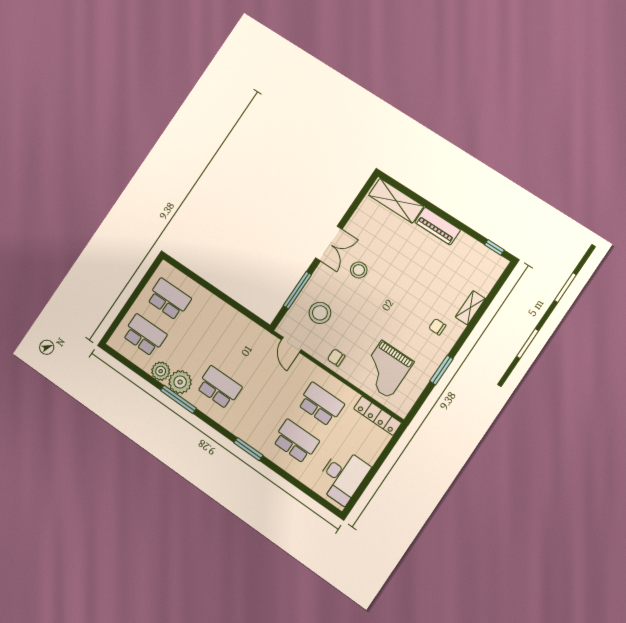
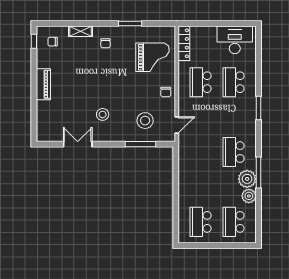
shelving: (396, 201) -> (44, 120), removed
double door: (329, 244) -> (78, 144), moved
chair: (480, 268) -> (53, 42), added

